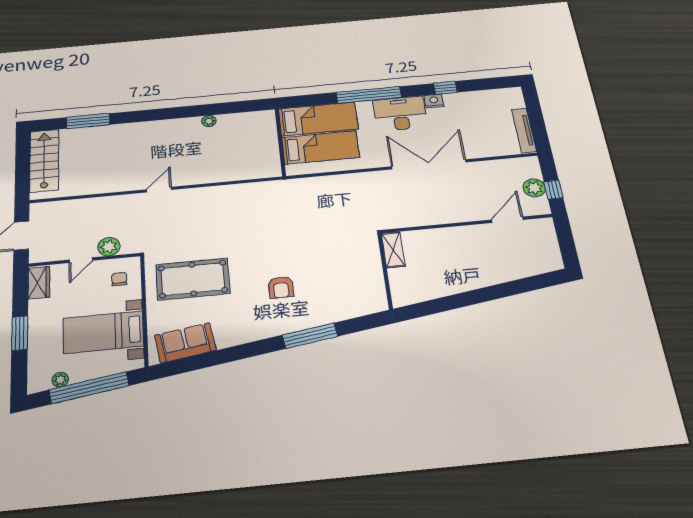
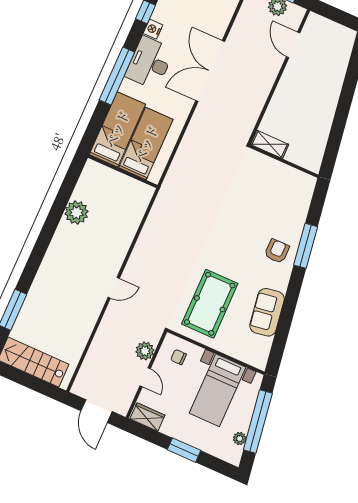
plant: (209, 121) -> (76, 213), width x1.87, depth x1.87
door: (159, 190) -> (114, 288), swing flipped
armchair: (281, 287) -> (277, 251), moved, turned -90
sofa: (185, 343) -> (267, 312), moved

